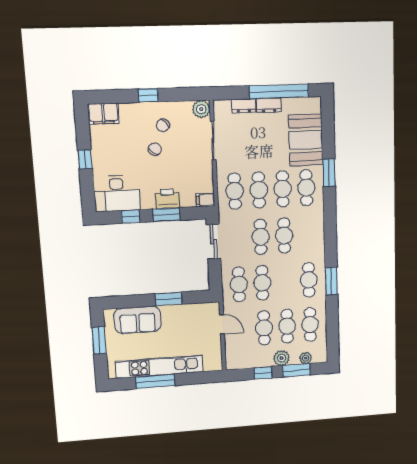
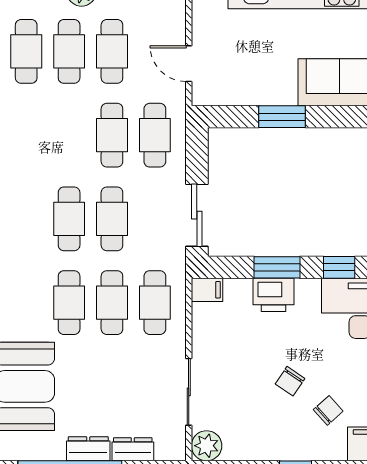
chair: (163, 125) -> (328, 410), moved
cafe table: (306, 188) -> (26, 303), removed
cafe table: (309, 280) -> (26, 135), removed

